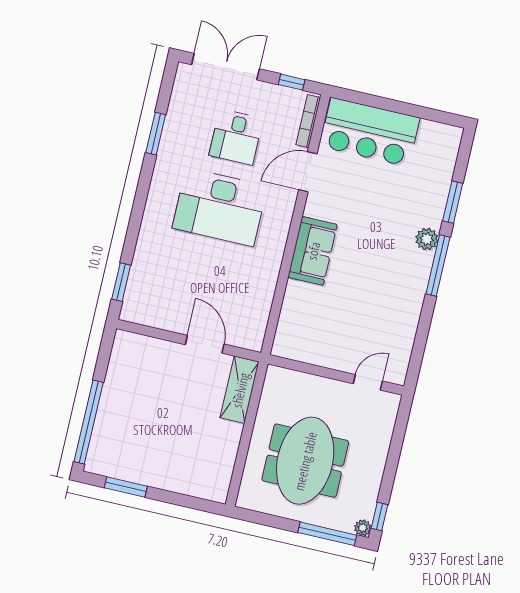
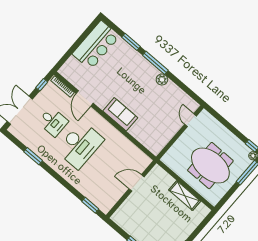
bar counter: (370, 132) -> (96, 45), moved
plant: (427, 239) -> (162, 79), moved
shelving: (240, 390) -> (185, 196), moved

